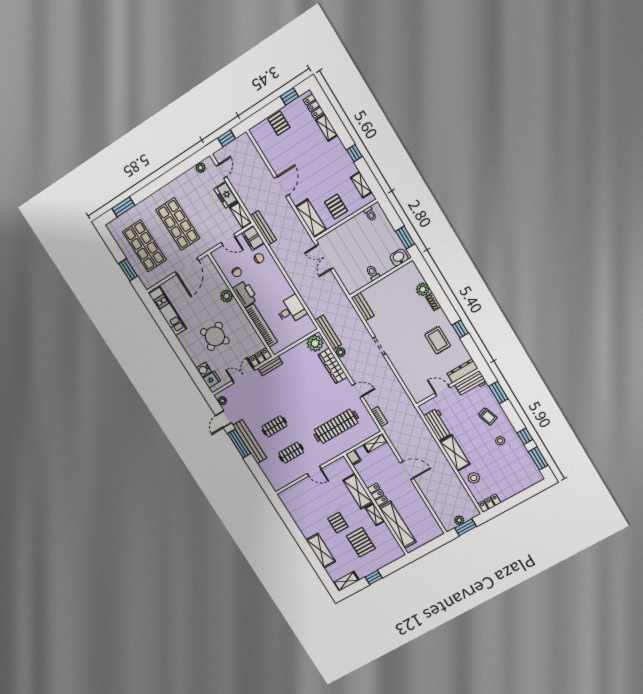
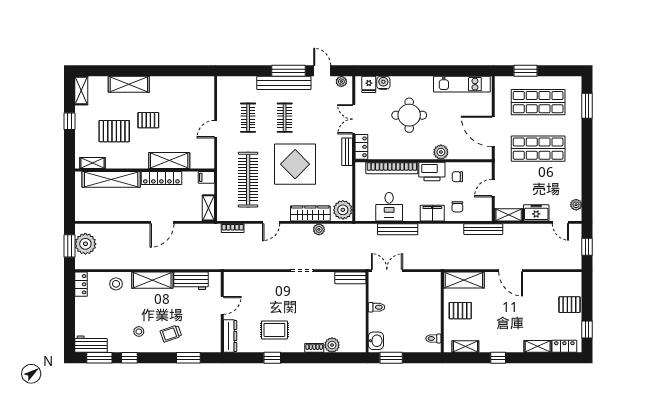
filing cabinet: (253, 238) -> (432, 213), moved
double door: (325, 257) -> (387, 271), moved
bench: (328, 332) -> (398, 229), moved
round table: (215, 336) -> (409, 115), turned 37
double door: (244, 375) -> (354, 119), swing flipped
workbench: (471, 384) -> (91, 344), moved, turned 90
display table: (303, 399) -> (295, 164), added
locker: (377, 495) -> (161, 178), width x1.53
shelving: (375, 515) -> (92, 163), moved
plant: (459, 520) -> (85, 244), width x1.88, depth x1.88

